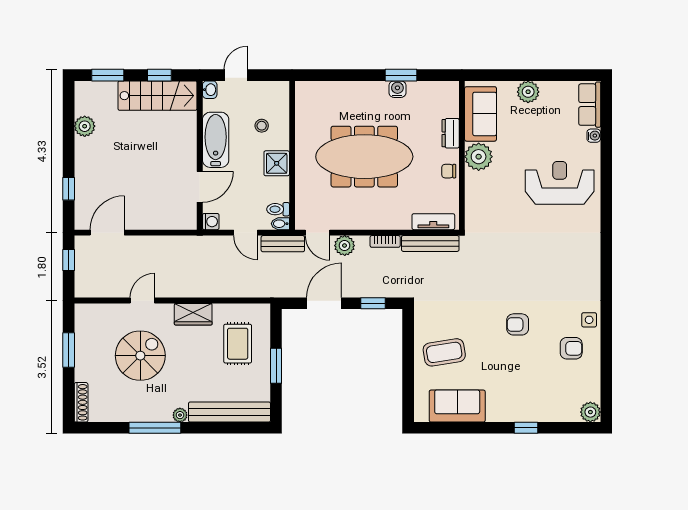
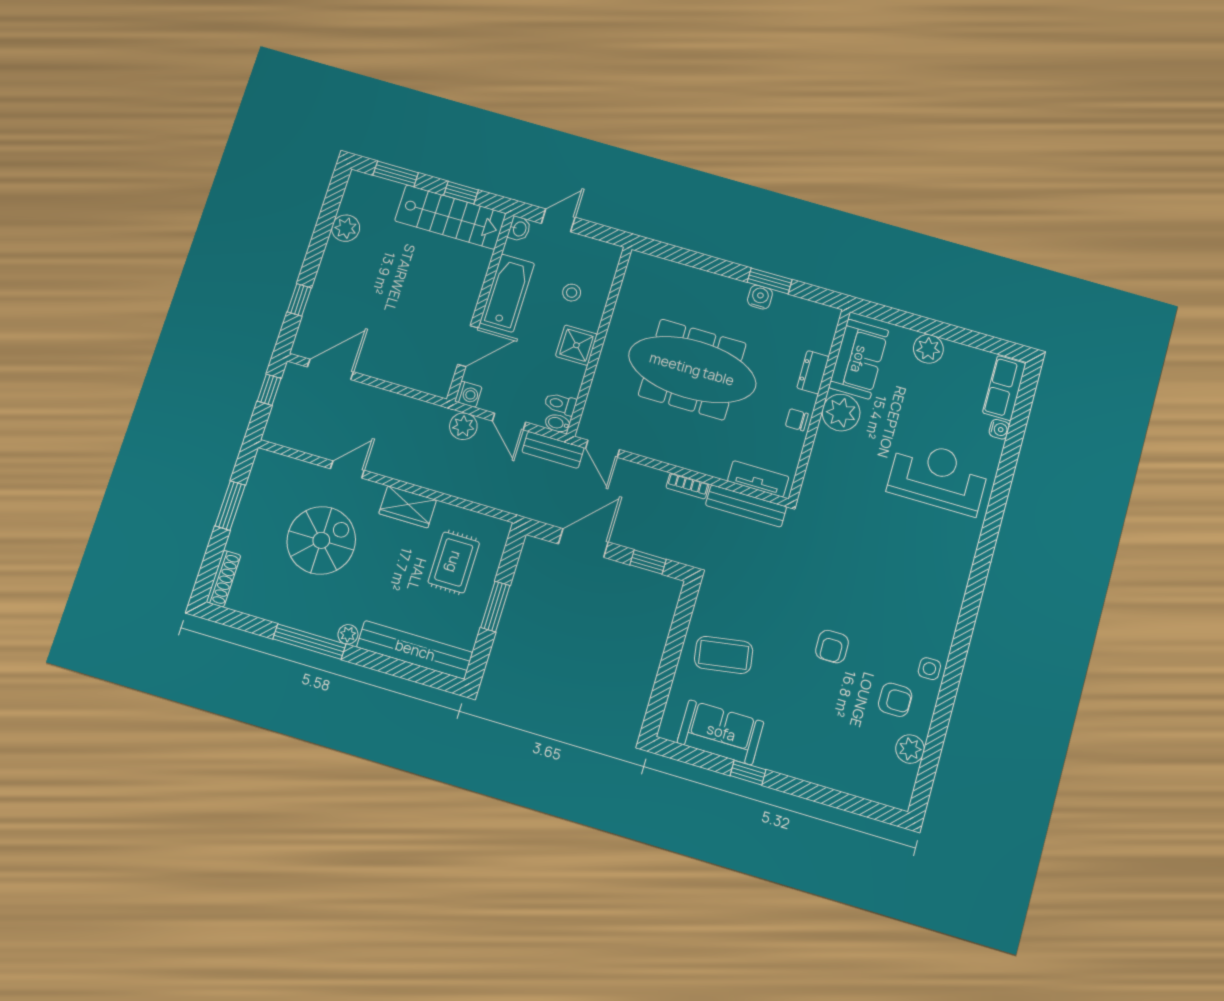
plant: (345, 246) -> (463, 426), moved
armchair: (518, 324) -> (832, 647), turned -90
plant: (590, 412) -> (910, 749), moved
window: (526, 428) -> (748, 773), moved

